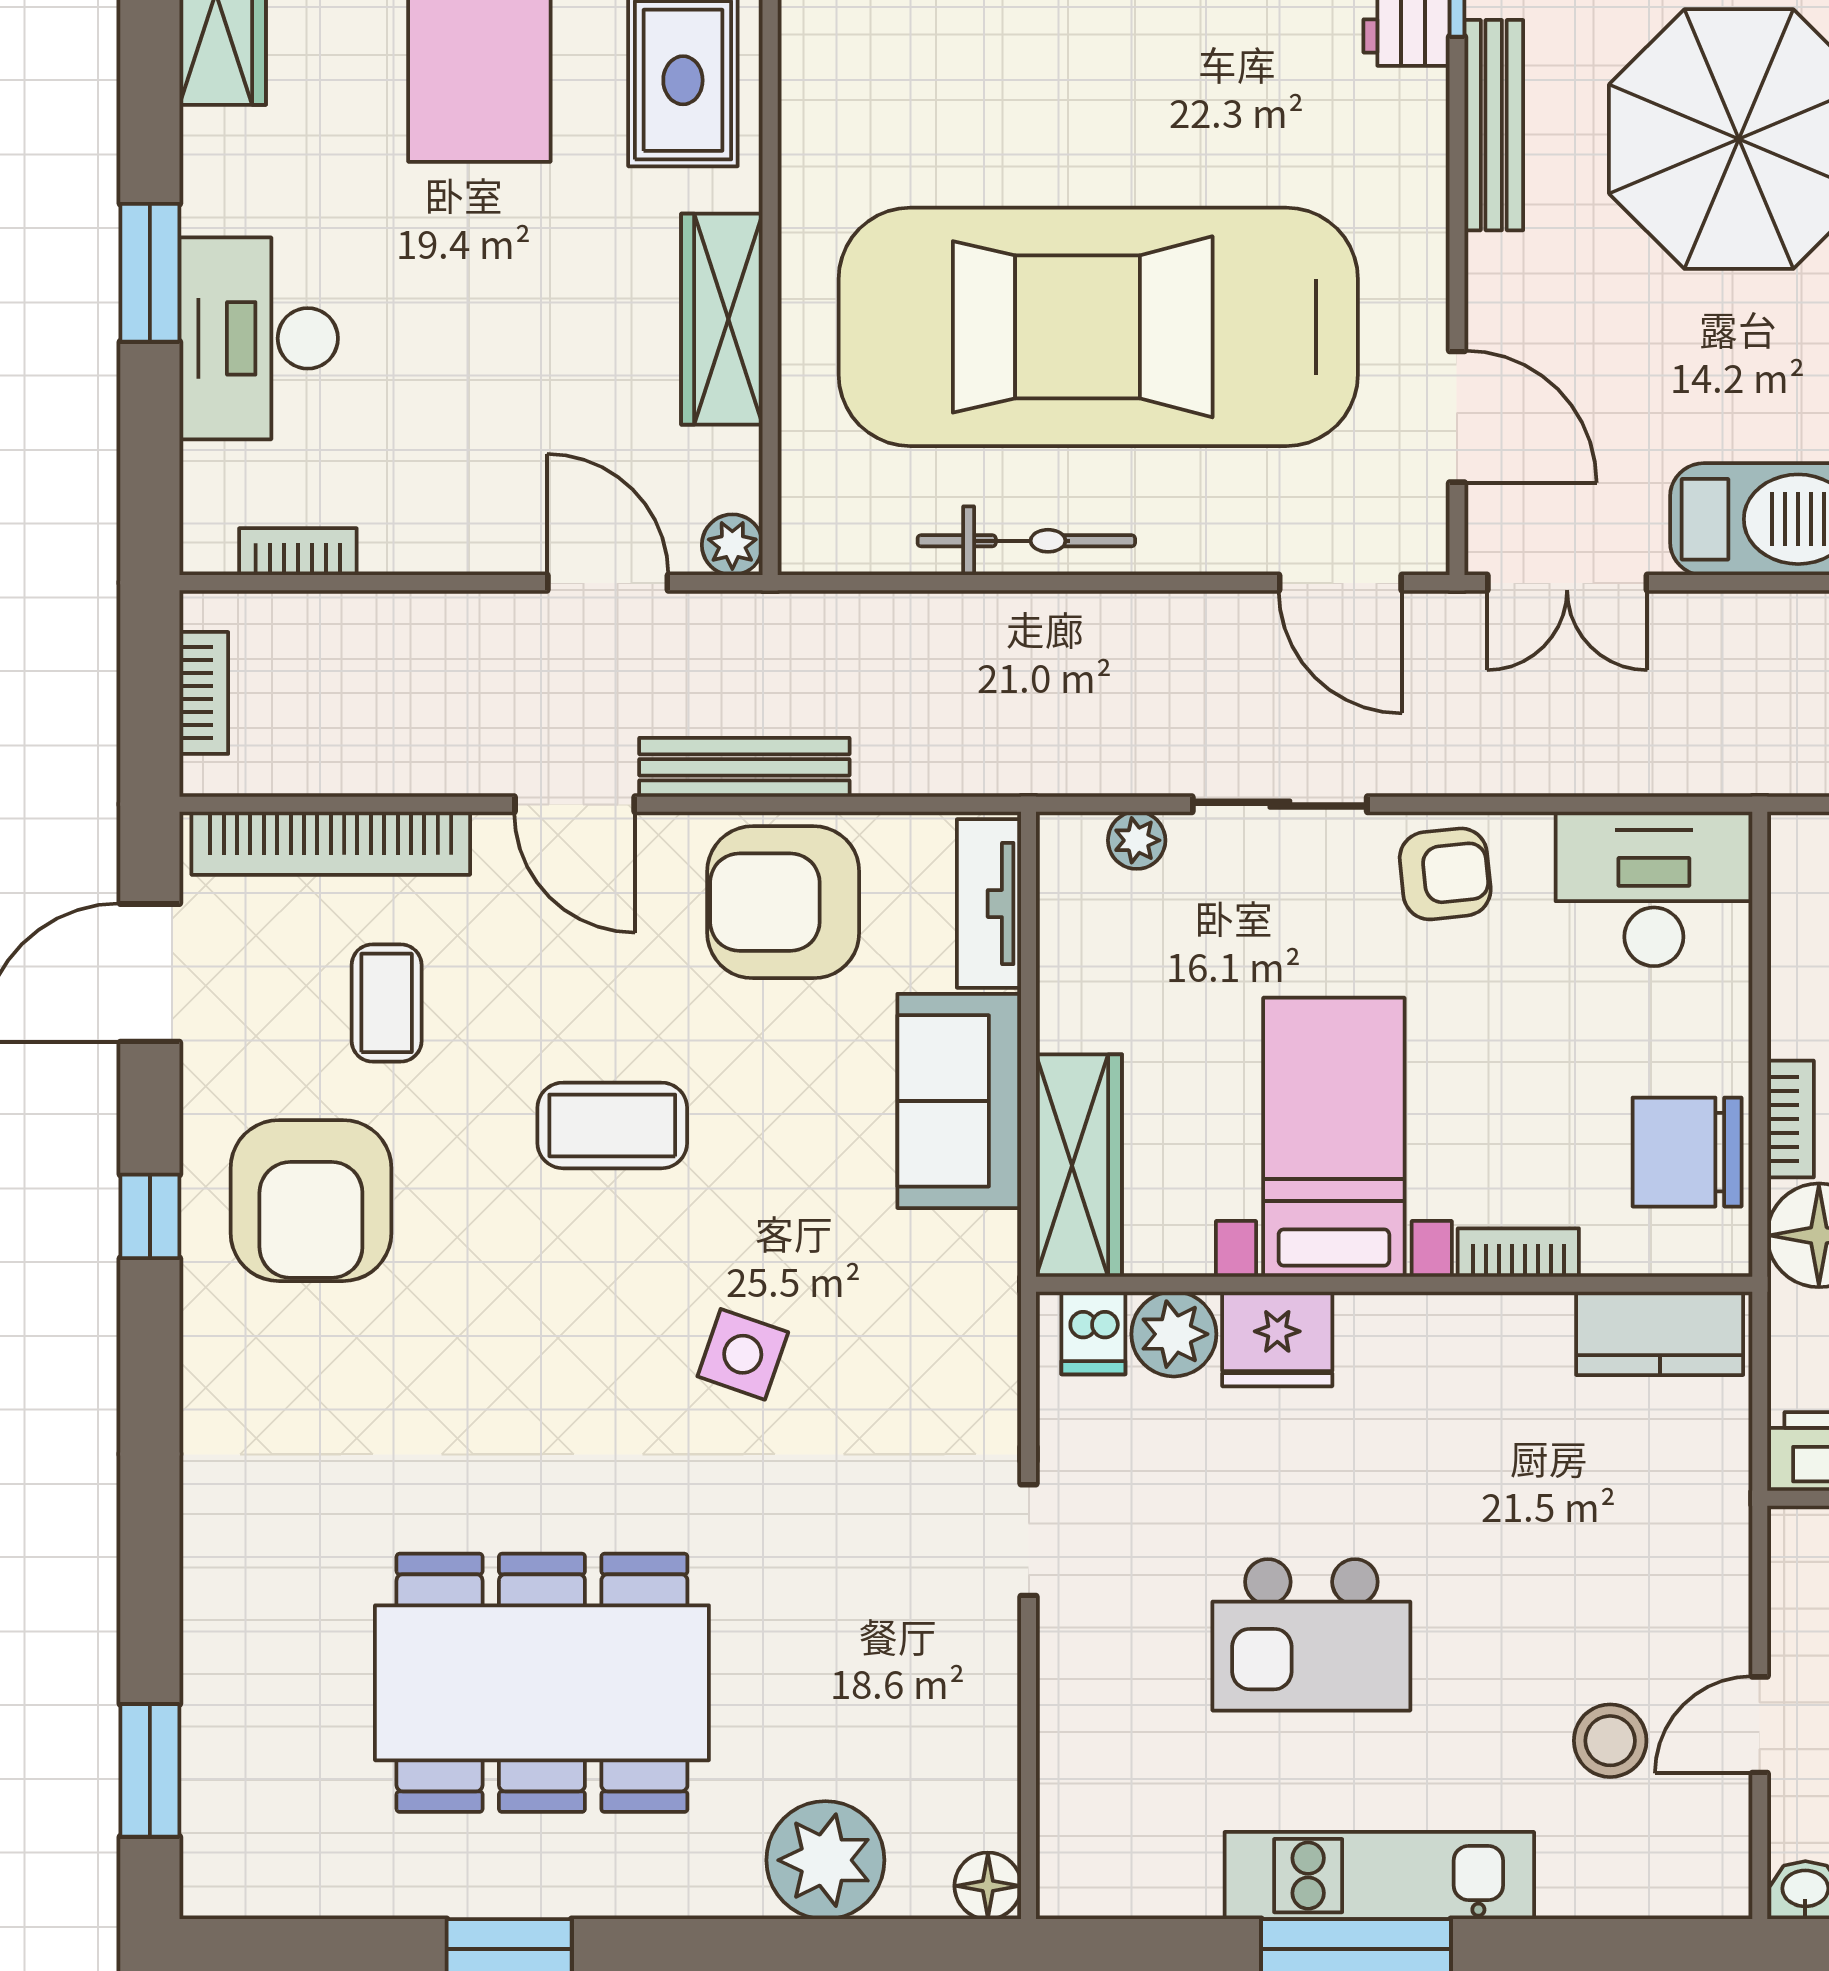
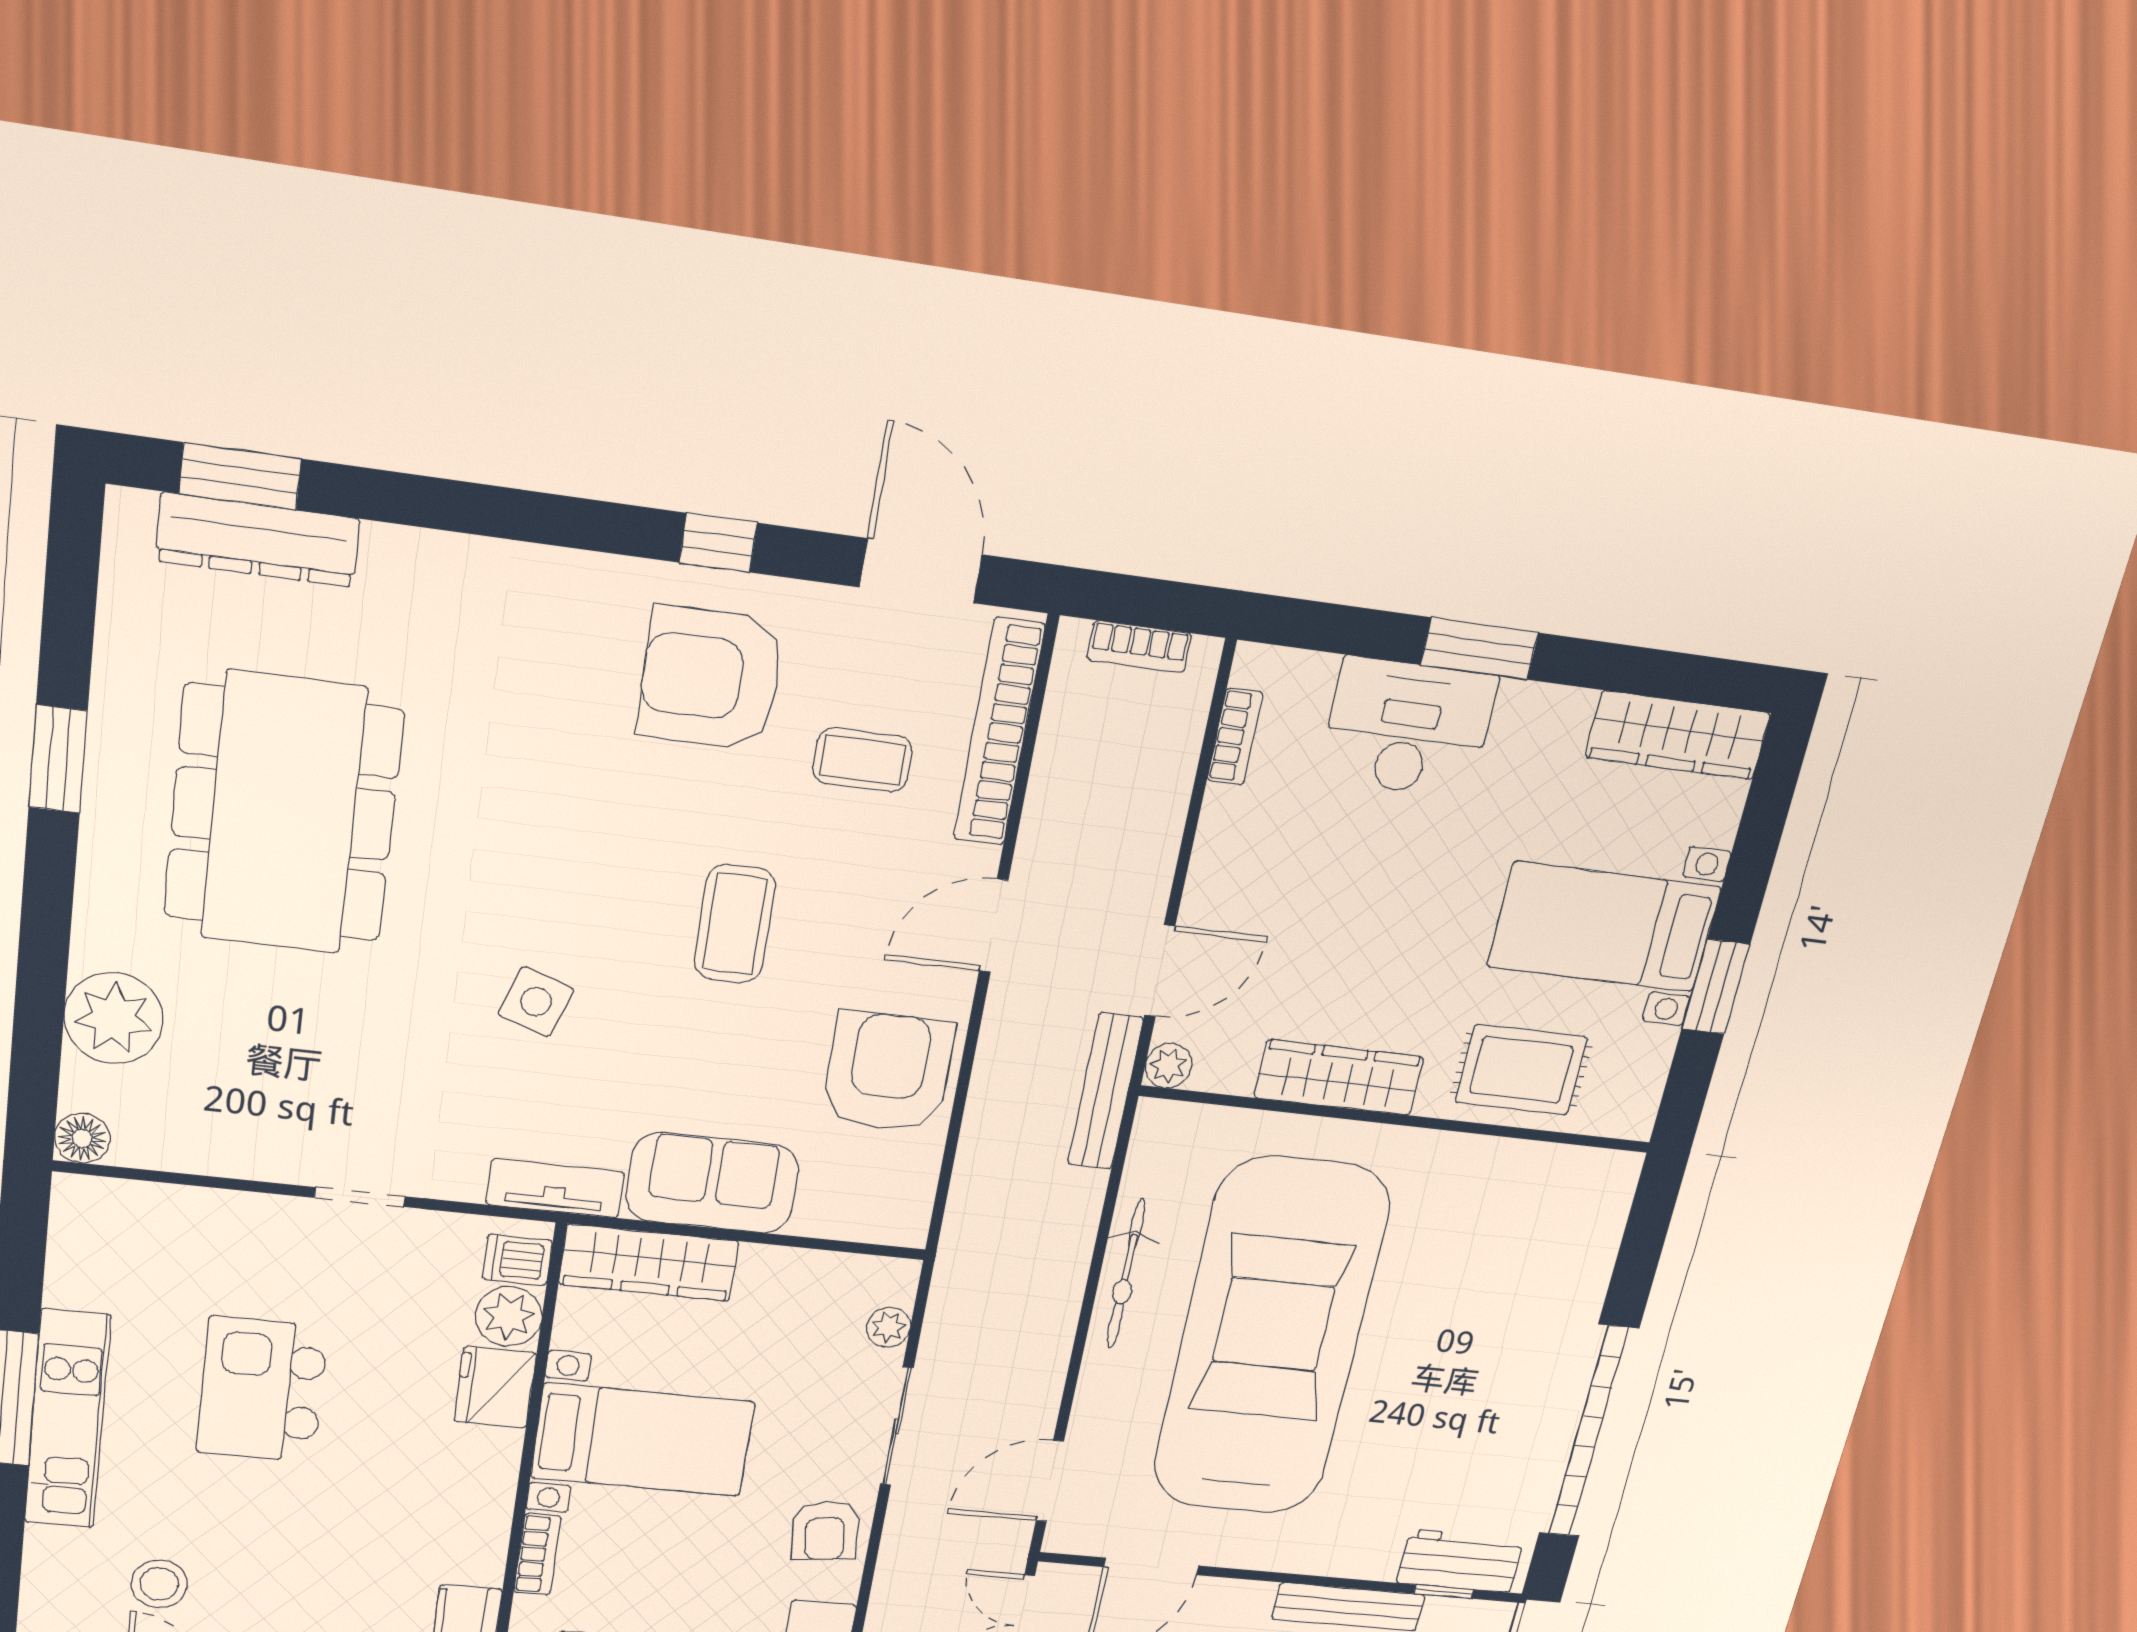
bench: (744, 767) -> (1105, 1091), moved
tv unit: (989, 904) -> (555, 1188), moved
dresser: (220, 1744) -> (258, 540), added

